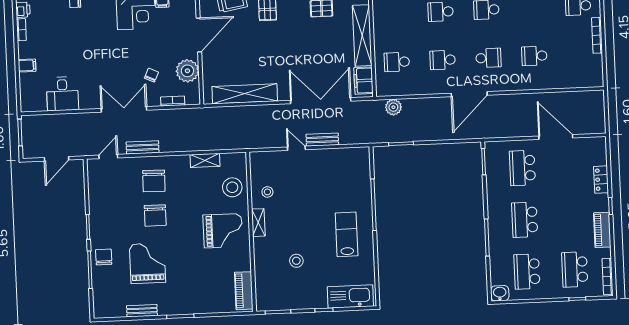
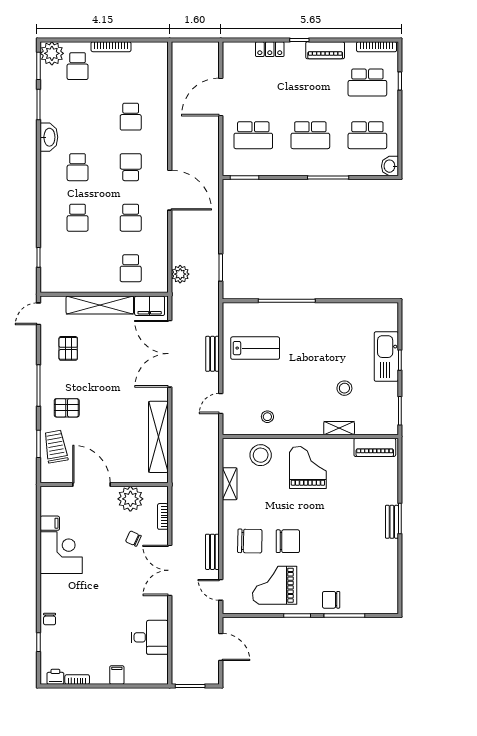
door: (296, 148) -> (221, 403), moved
shelving: (258, 223) -> (339, 428), moved
lab bench: (347, 234) -> (255, 348), moved, turned 180
grand piano: (148, 263) -> (275, 585), moved
kitchen sink: (350, 296) -> (386, 357), moved
bench: (142, 311) -> (392, 522), moved

